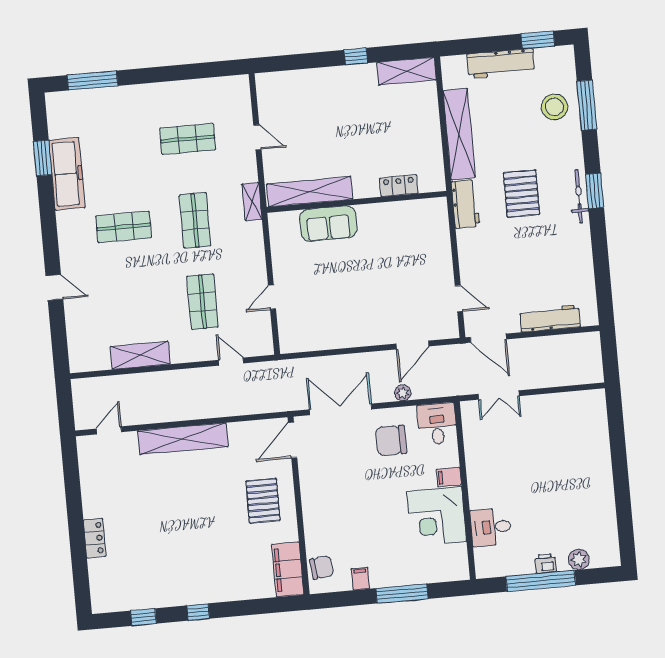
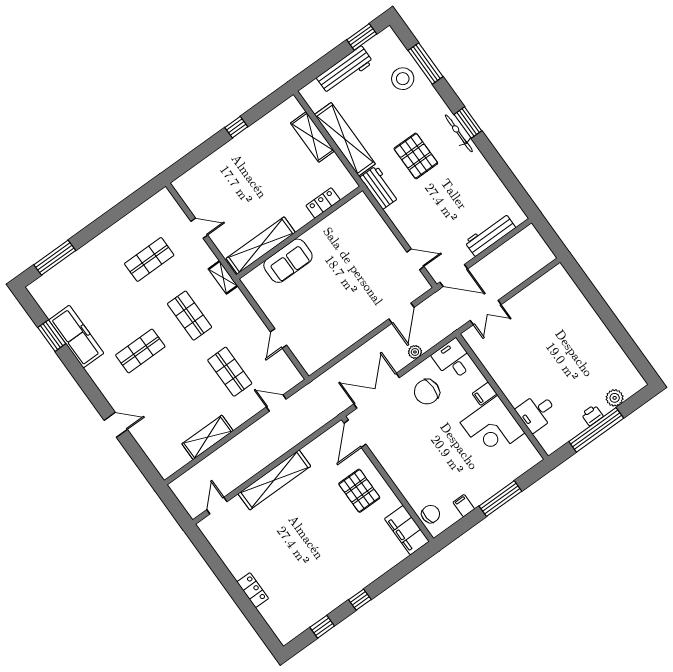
shelving: (406, 71) -> (312, 137), moved, turned 90

